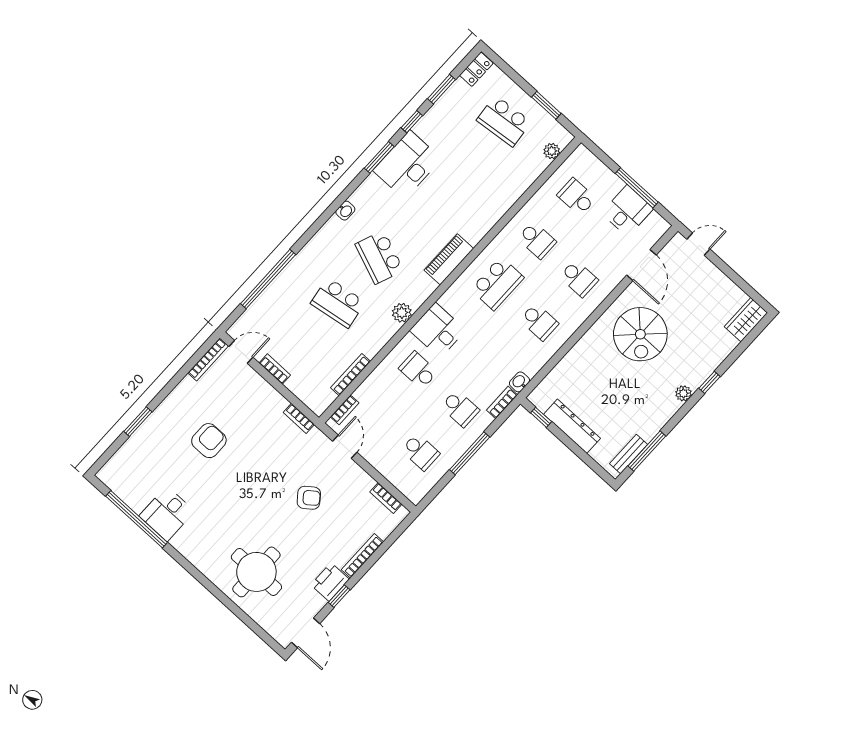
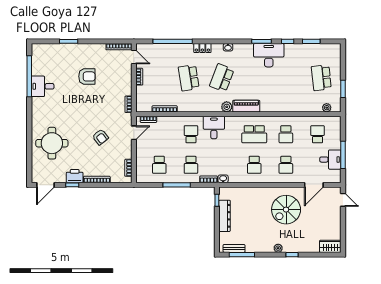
locker: (476, 69) -> (202, 48), moved
plant: (402, 313) -> (227, 107), moved

